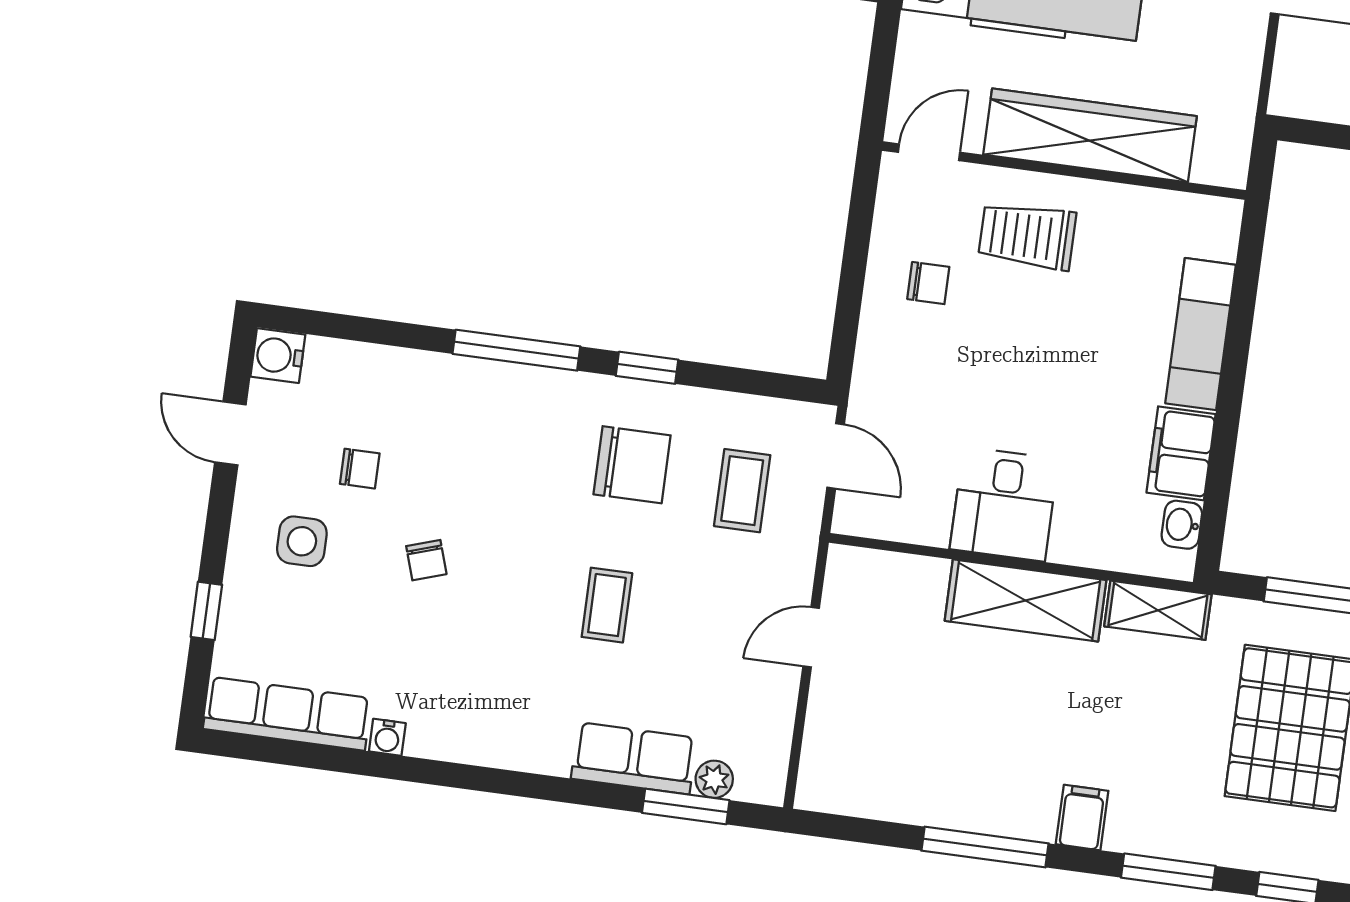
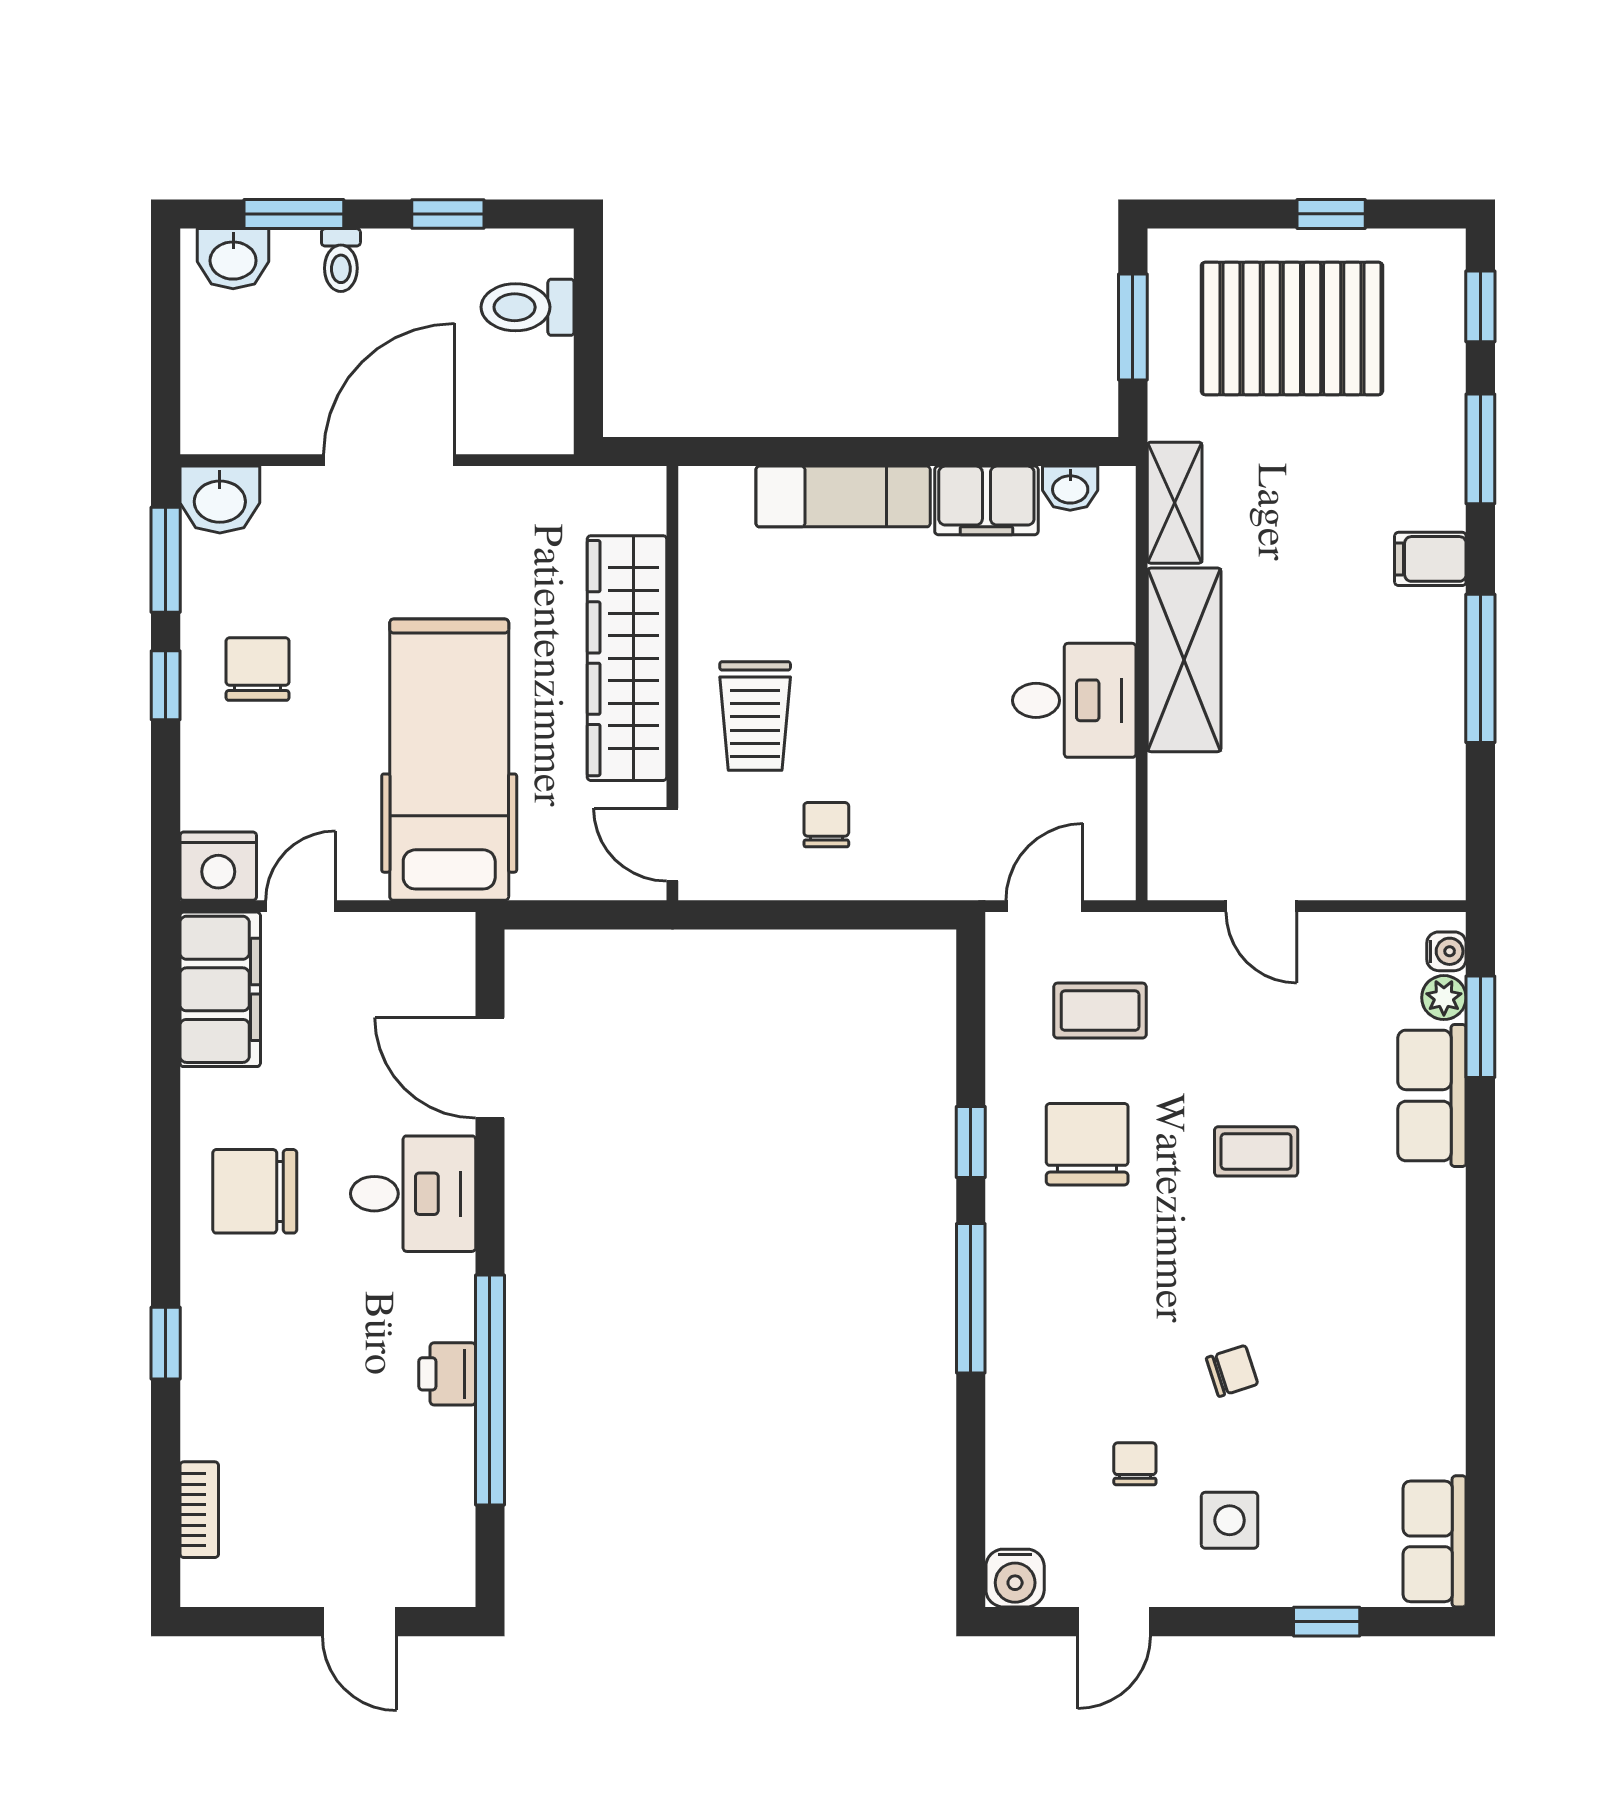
row of seats: (287, 714) -> (1435, 1541), width x0.68
water cooler: (387, 737) -> (1446, 951), moved

